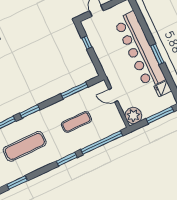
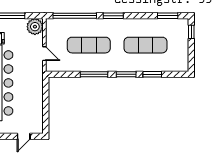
window: (87, 43) -> (46, 112), removed
window: (74, 90) -> (94, 74), moved
exercise mat: (76, 122) -> (89, 45), width x1.36, depth x1.45

